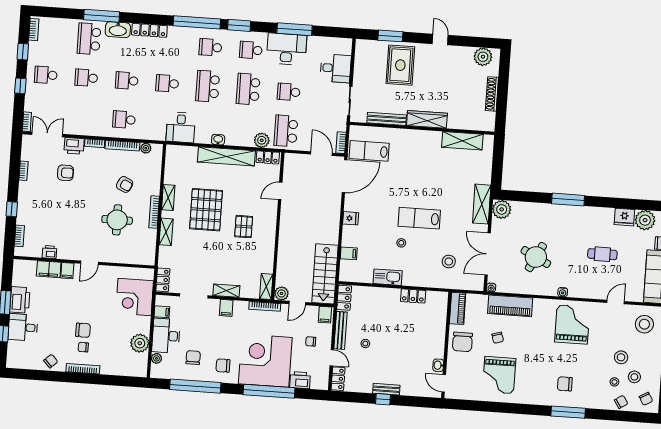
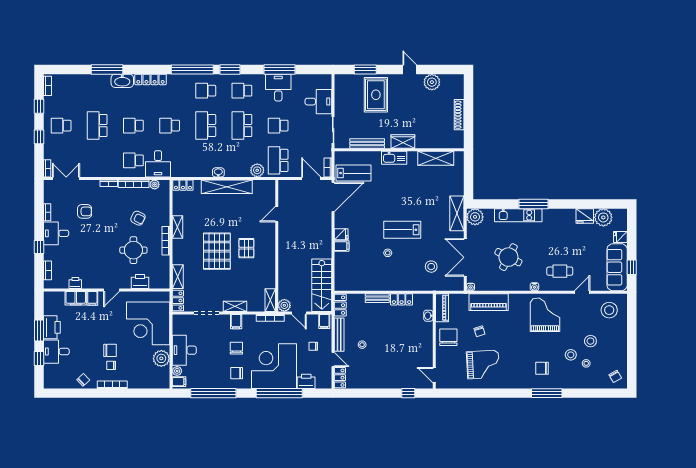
school desk: (89, 39) -> (97, 91), removed
desk: (287, 49) -> (278, 88), width x0.73
plant: (483, 57) -> (432, 82), moved
school desk: (86, 78) -> (97, 126), width x1.85
wardrobe: (427, 119) -> (403, 141), width x0.67
desk: (181, 127) -> (158, 164), moved
printer: (74, 146) -> (140, 281), moved, turned 180
lab bench: (369, 151) -> (353, 173), turned 180
locker: (268, 157) -> (183, 185), moved
desk: (32, 195) -> (56, 233), added
pallet: (206, 210) -> (217, 251), moved
kitchen unit: (550, 211) -> (518, 215), added
shelving: (166, 232) -> (178, 277), moved
filing cabinet: (349, 253) -> (342, 246), moved
cafe table: (602, 254) -> (560, 271), moved
kitchen sink: (388, 277) -> (394, 158), moved, turned 180
corner desk: (135, 297) -> (148, 323), width x1.36, depth x1.36
door: (297, 303) -> (299, 313), hinge flipped
filing cabinet: (162, 312) -> (179, 382), moved
chair: (462, 342) -> (448, 337), turned 180
chair: (193, 358) -> (236, 348), moved
washbasin: (438, 365) -> (428, 316), moved
grand piano: (499, 375) -> (483, 365), turned -93
stool: (634, 377) -> (571, 355), moved
bench: (386, 389) -> (377, 298), moved
window: (383, 399) -> (408, 393), moved
chair: (621, 402) -> (593, 381), removed

